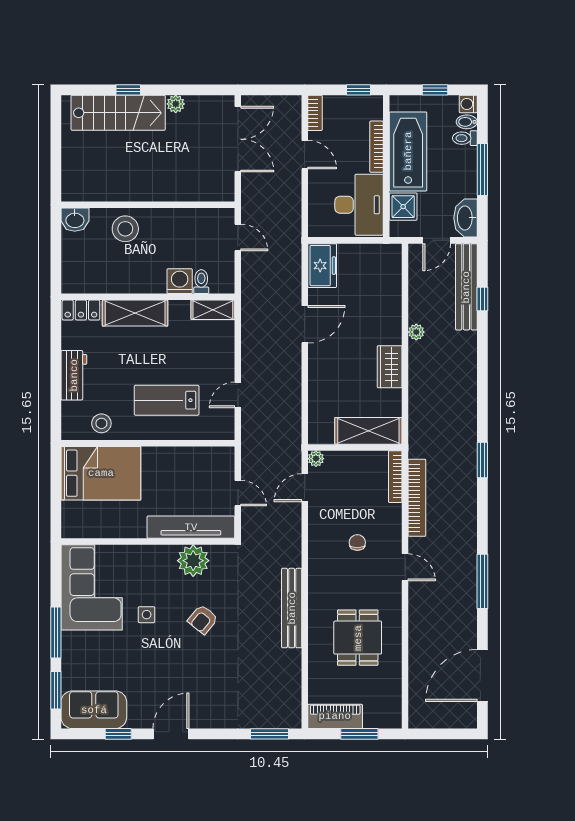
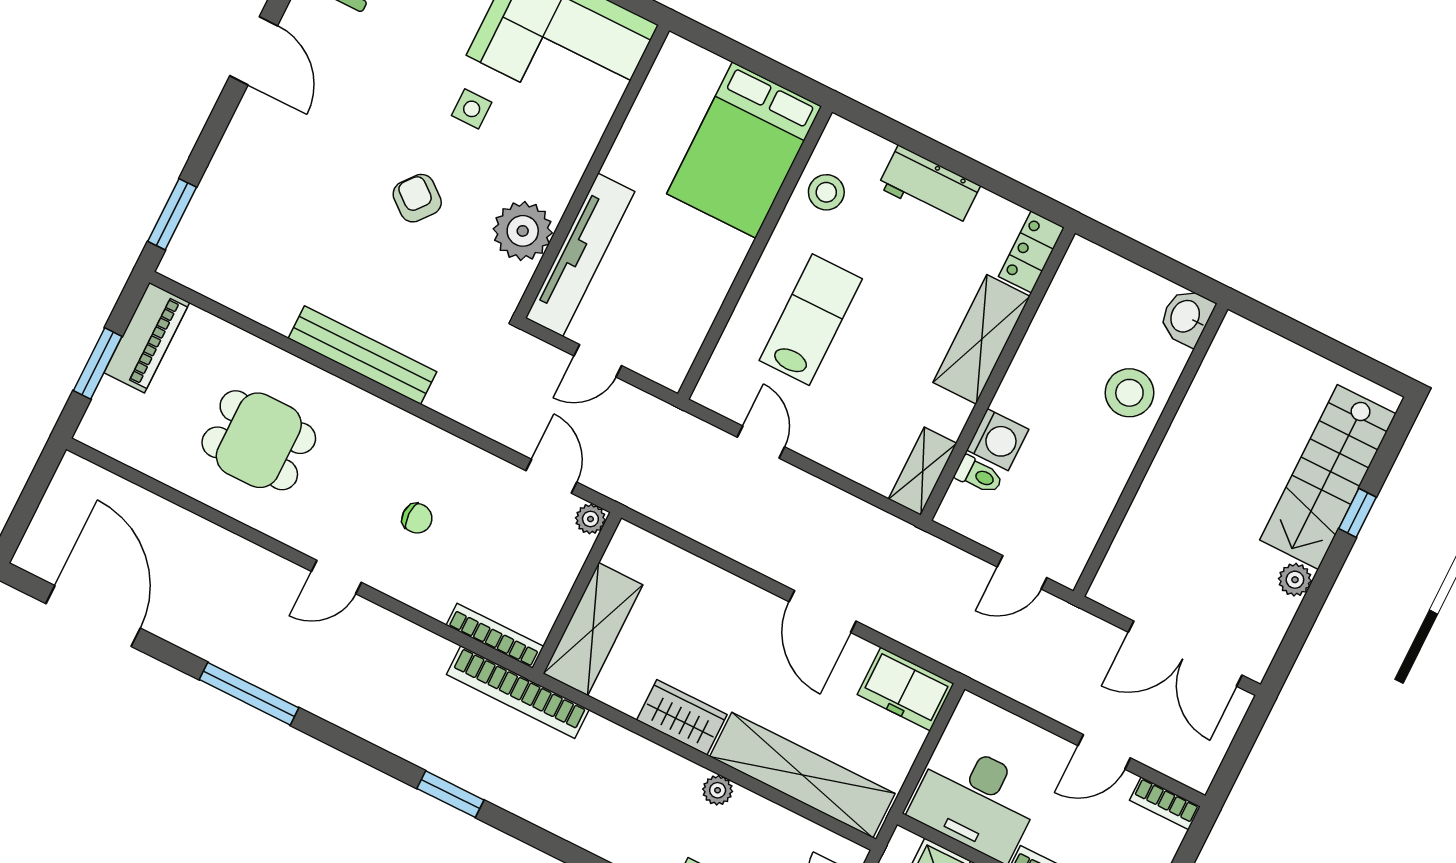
shelving: (388, 295) -> (802, 775), added
bookcase: (417, 498) -> (518, 692), moved

